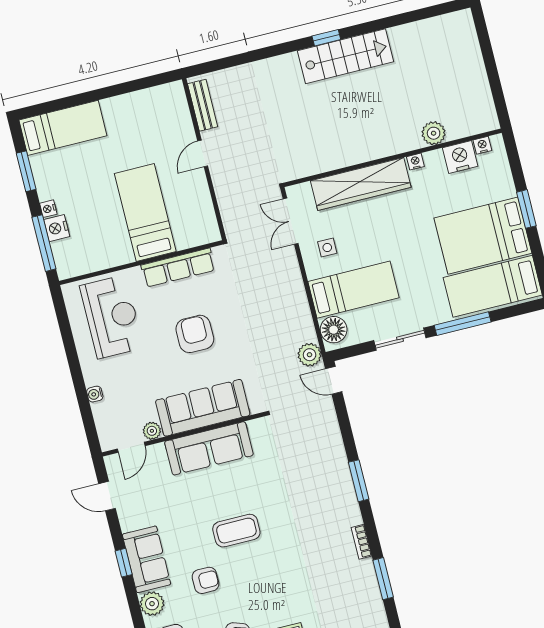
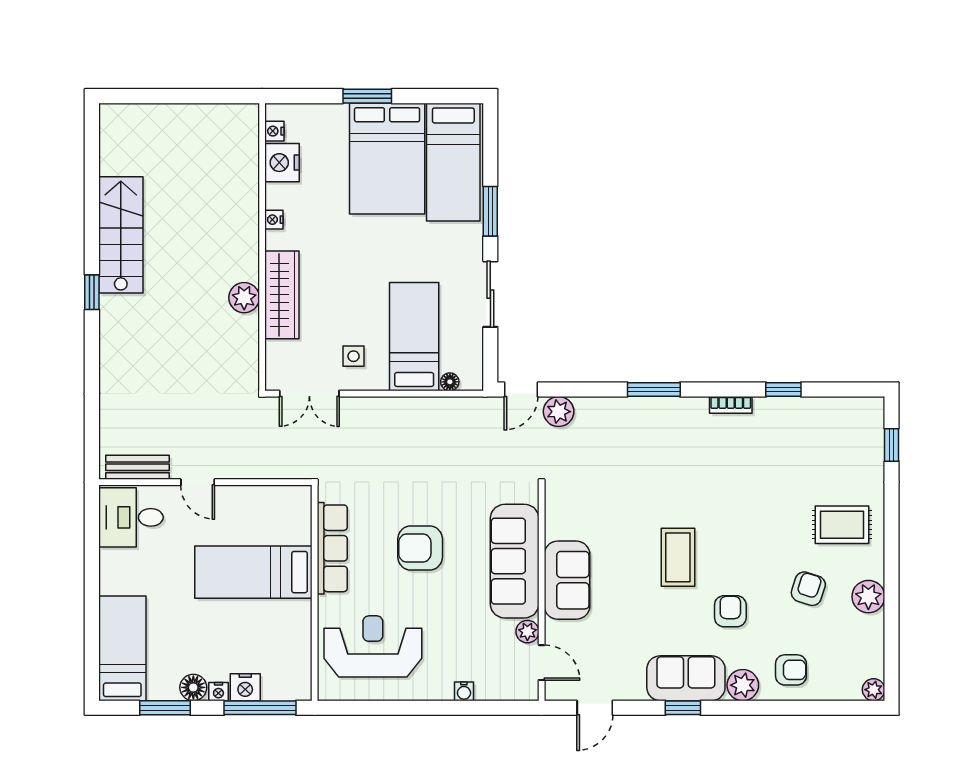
stairs: (346, 56) -> (121, 235), moved
desk: (163, 110) -> (131, 517), added
plant: (434, 133) -> (244, 298), moved
wardrobe: (361, 184) -> (282, 295), width x0.71, depth x0.85
floor lamp: (47, 189) -> (193, 687), added
window: (463, 324) -> (490, 211), width x0.69
floor lamp: (334, 330) -> (450, 382), width x0.53, depth x0.53
plant: (310, 355) -> (559, 412), moved
sofa: (209, 448) -> (567, 580), width x0.73
window: (383, 579) -> (783, 389), width x0.67

